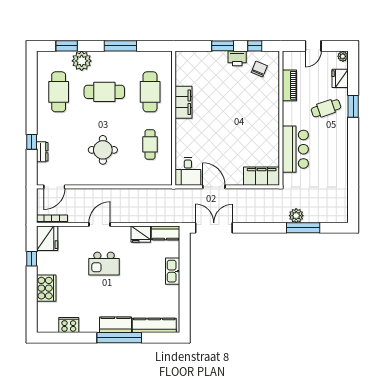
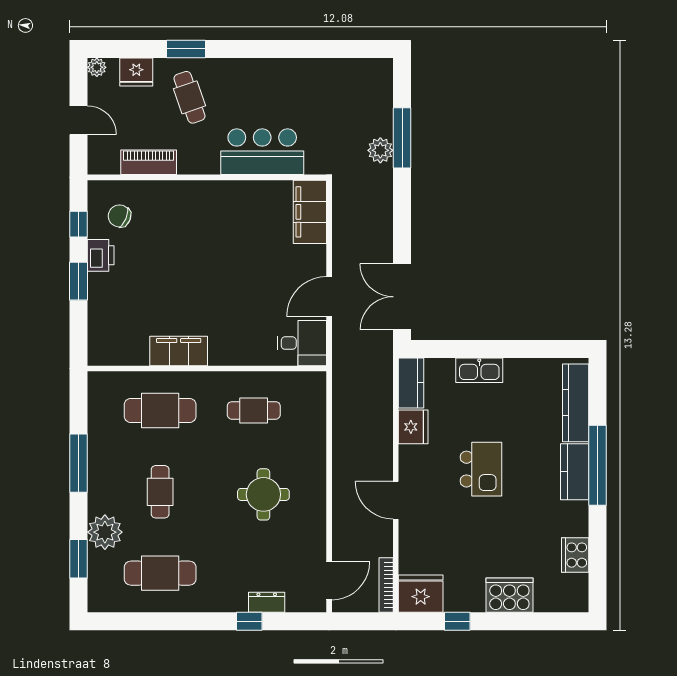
cafe table: (104, 92) -> (160, 492), width x0.73, depth x0.74
door: (54, 187) -> (329, 581), hinge flipped
kitchen island: (104, 264) -> (481, 469), moved

